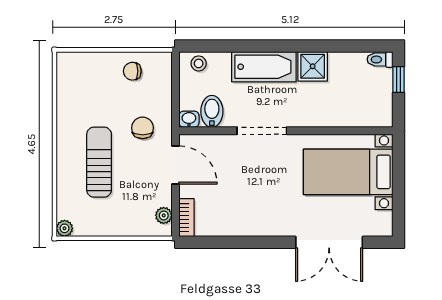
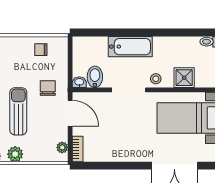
stool: (199, 63) -> (156, 79), moved
shower: (313, 66) -> (184, 78), moved
plant: (94, 225) -> (15, 154), added

